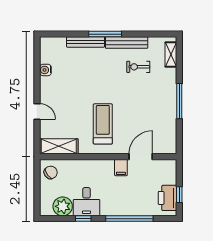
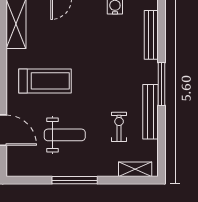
bench: (86, 42) -> (151, 35), moved
weight bench: (144, 109) -> (65, 135), added

